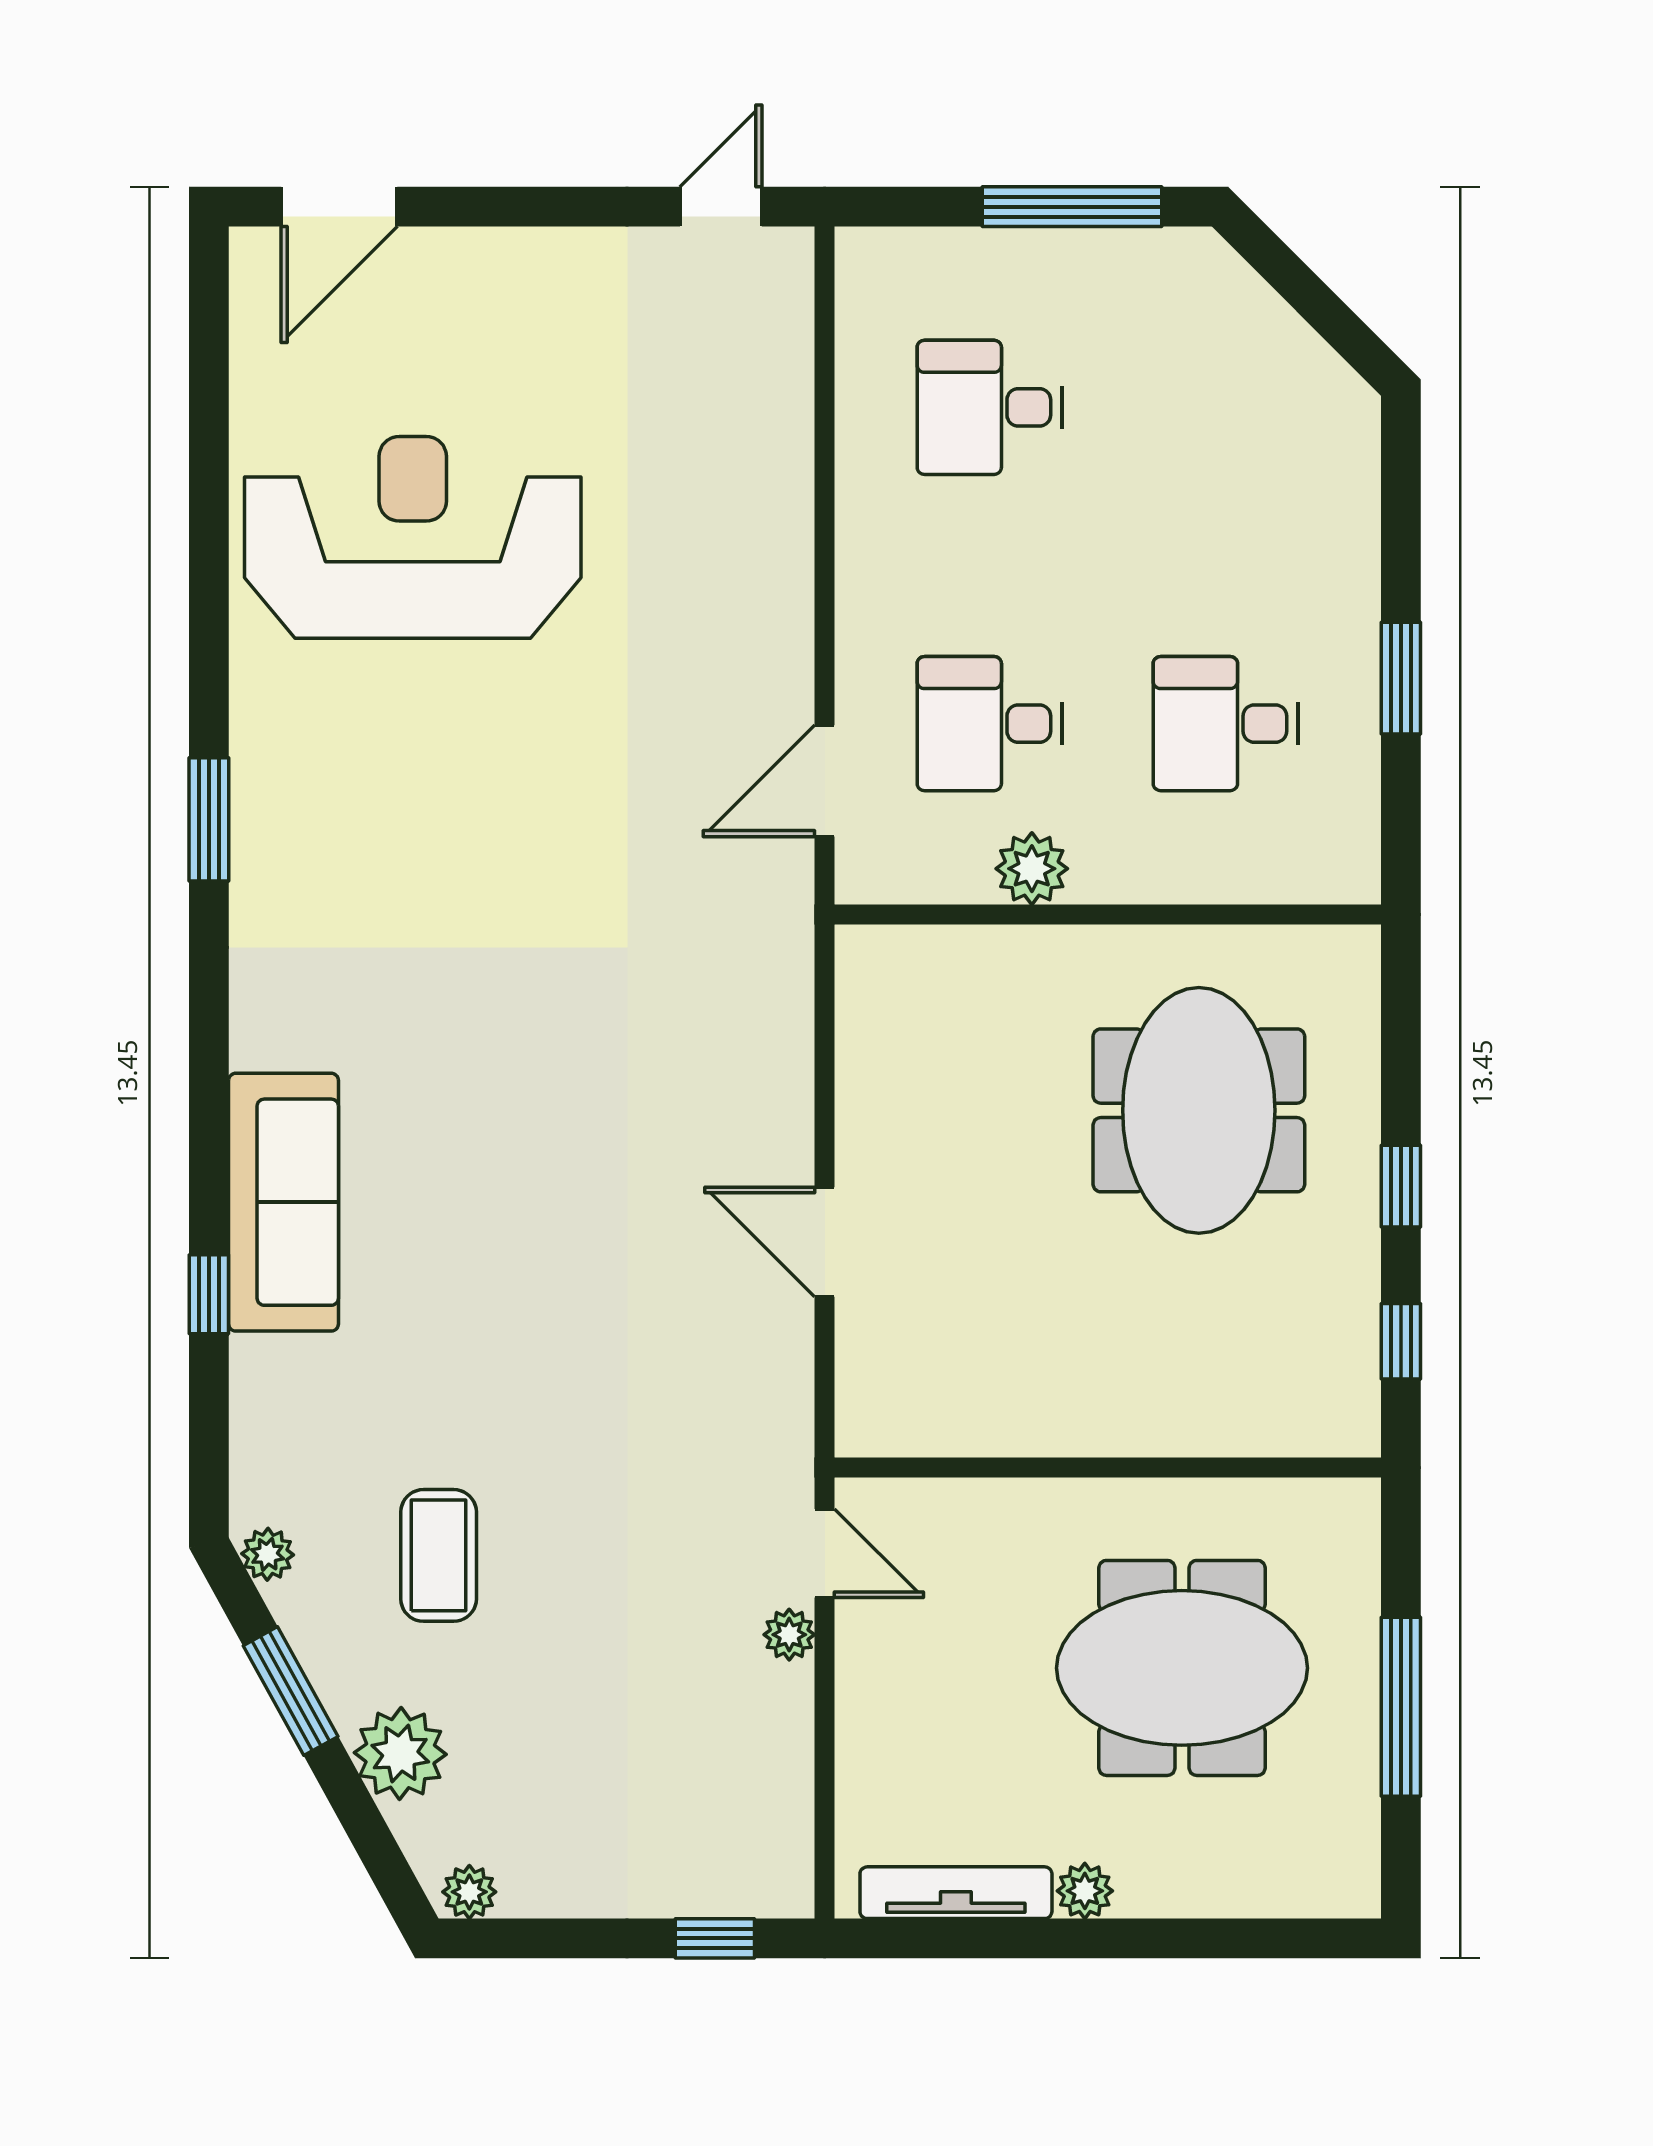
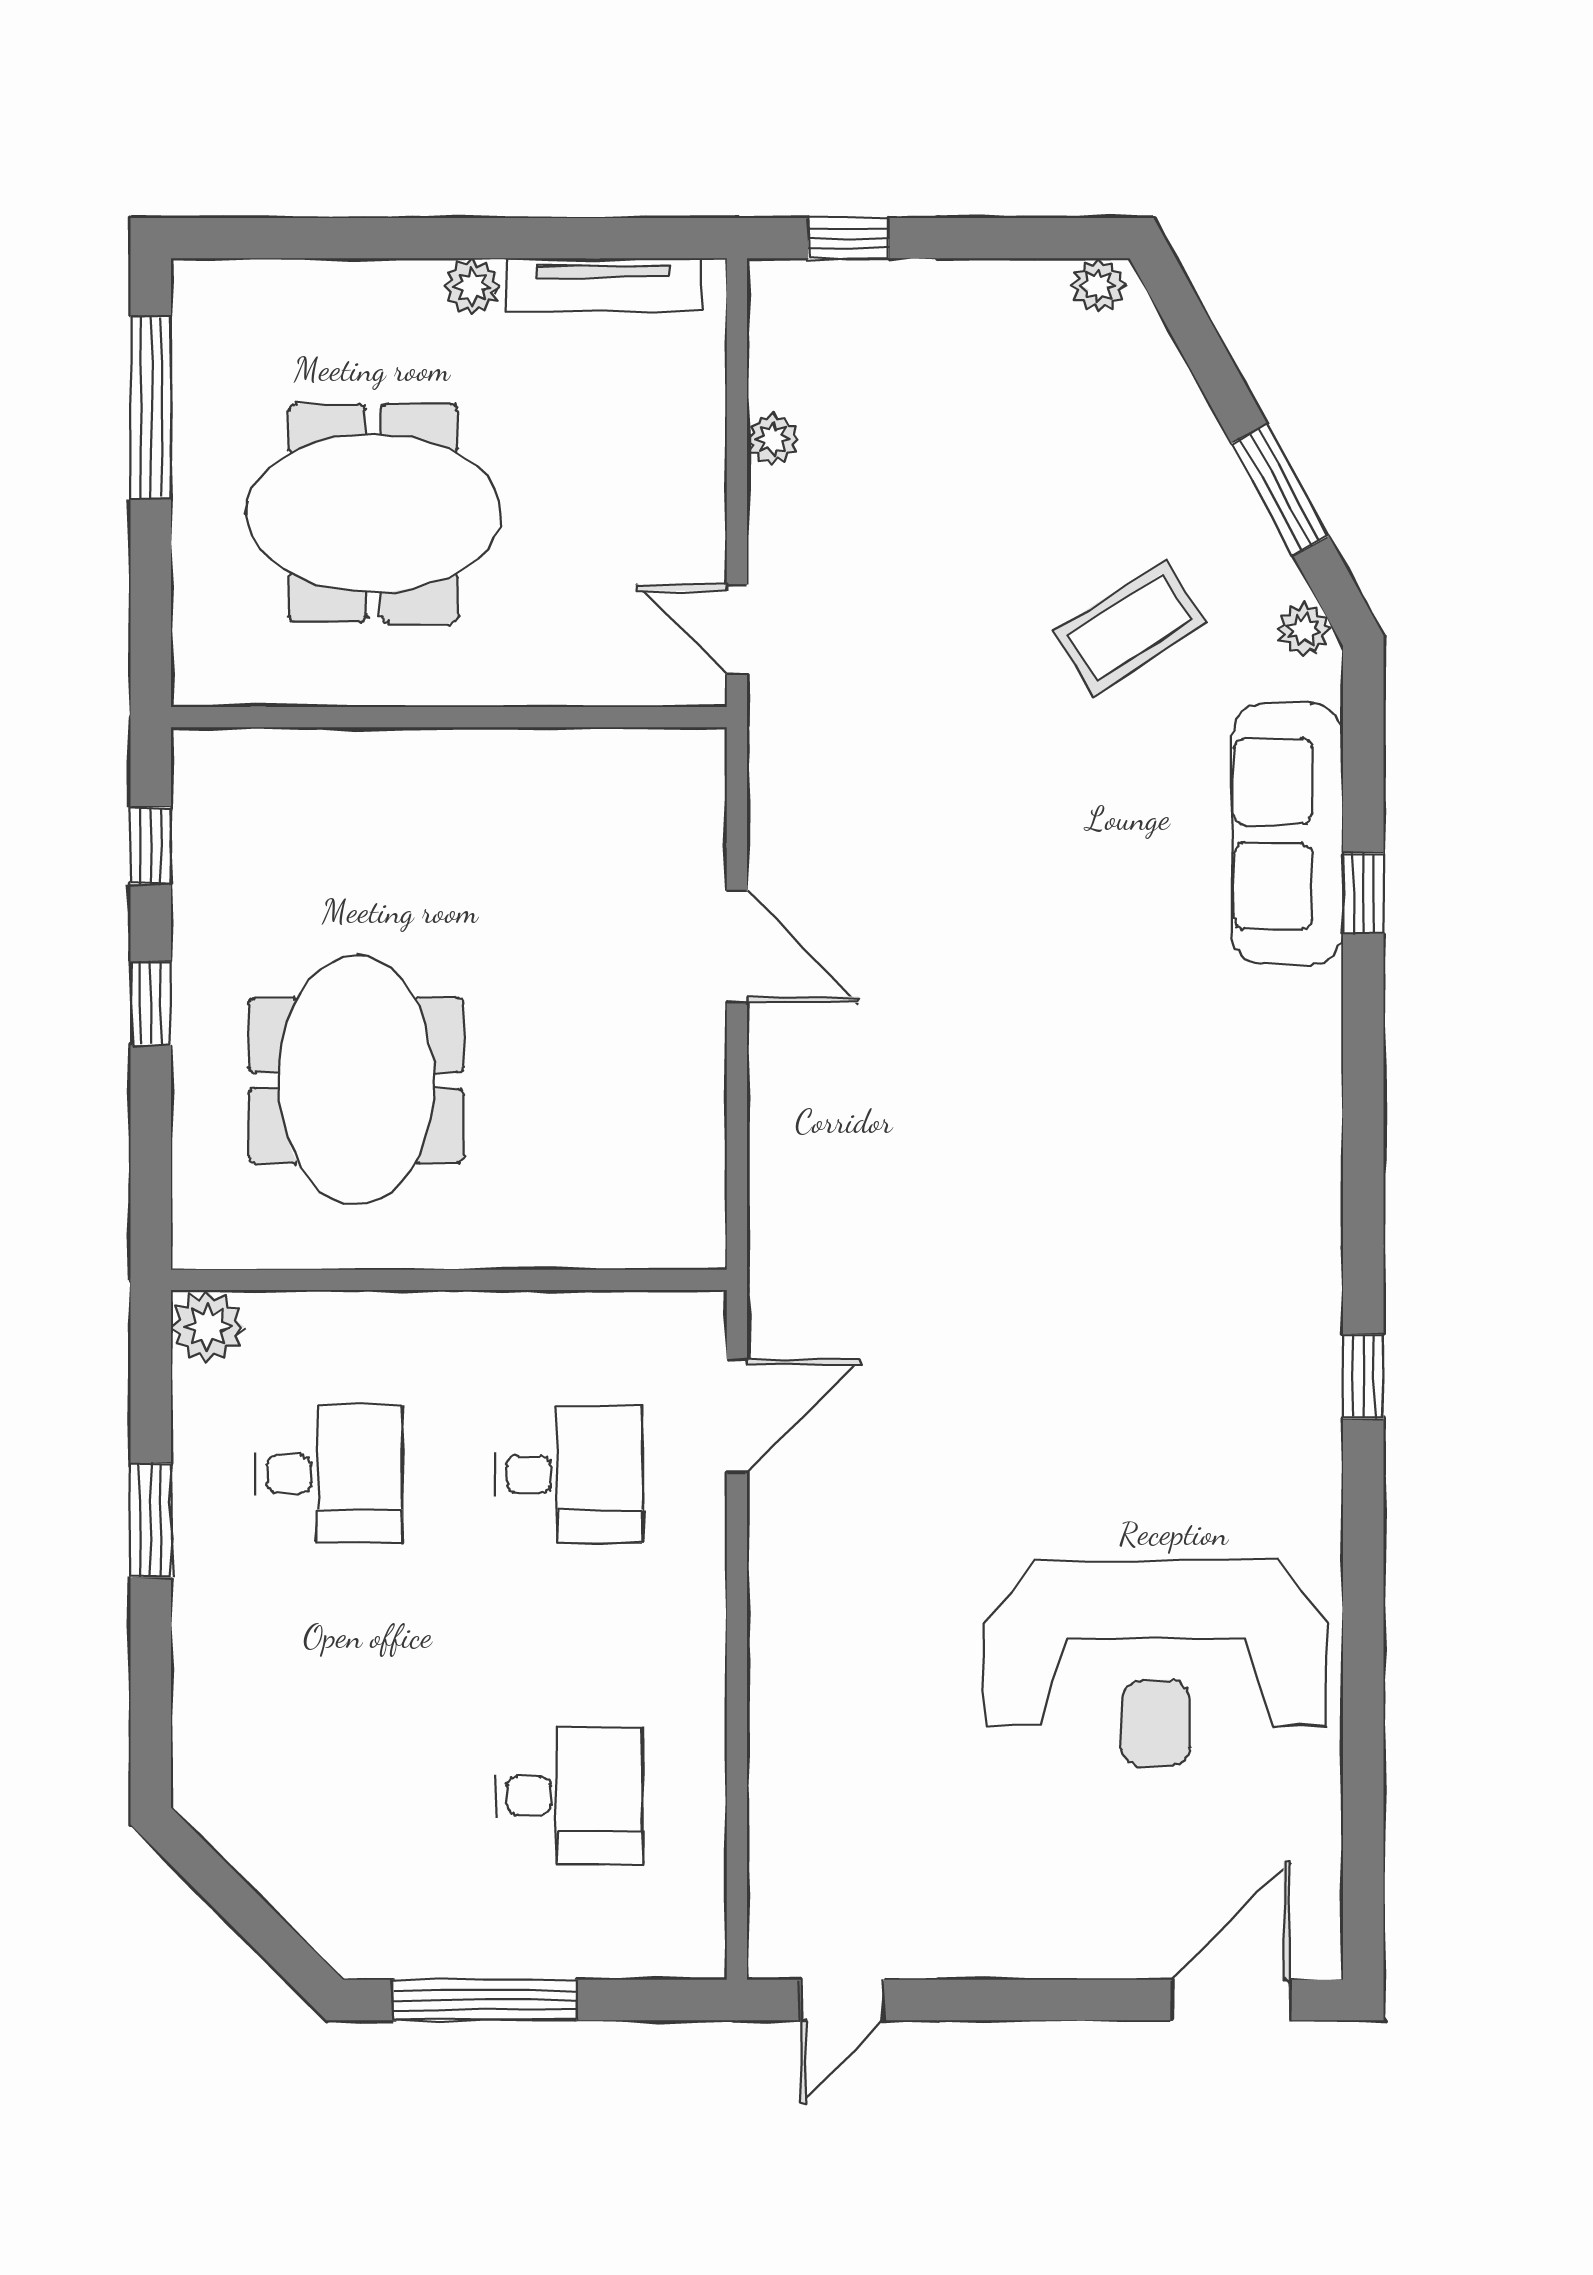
window: (209, 819) -> (1363, 1377), width x0.67
plant: (1032, 869) -> (207, 1327), moved
sofa: (283, 1202) -> (1287, 834), moved
coffee table: (439, 1555) -> (1130, 628), turned 57
plant: (789, 1635) -> (773, 439), moved
window: (1401, 1707) -> (151, 407), moved
plant: (400, 1754) -> (1169, 426), removed

